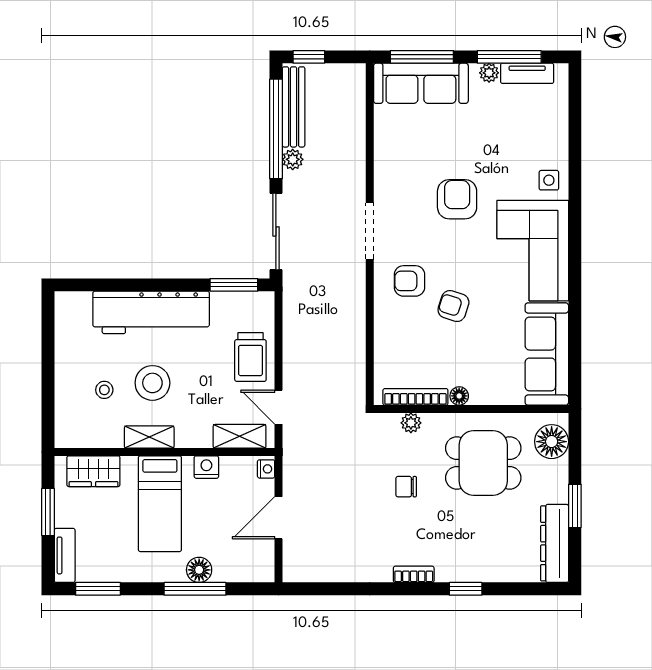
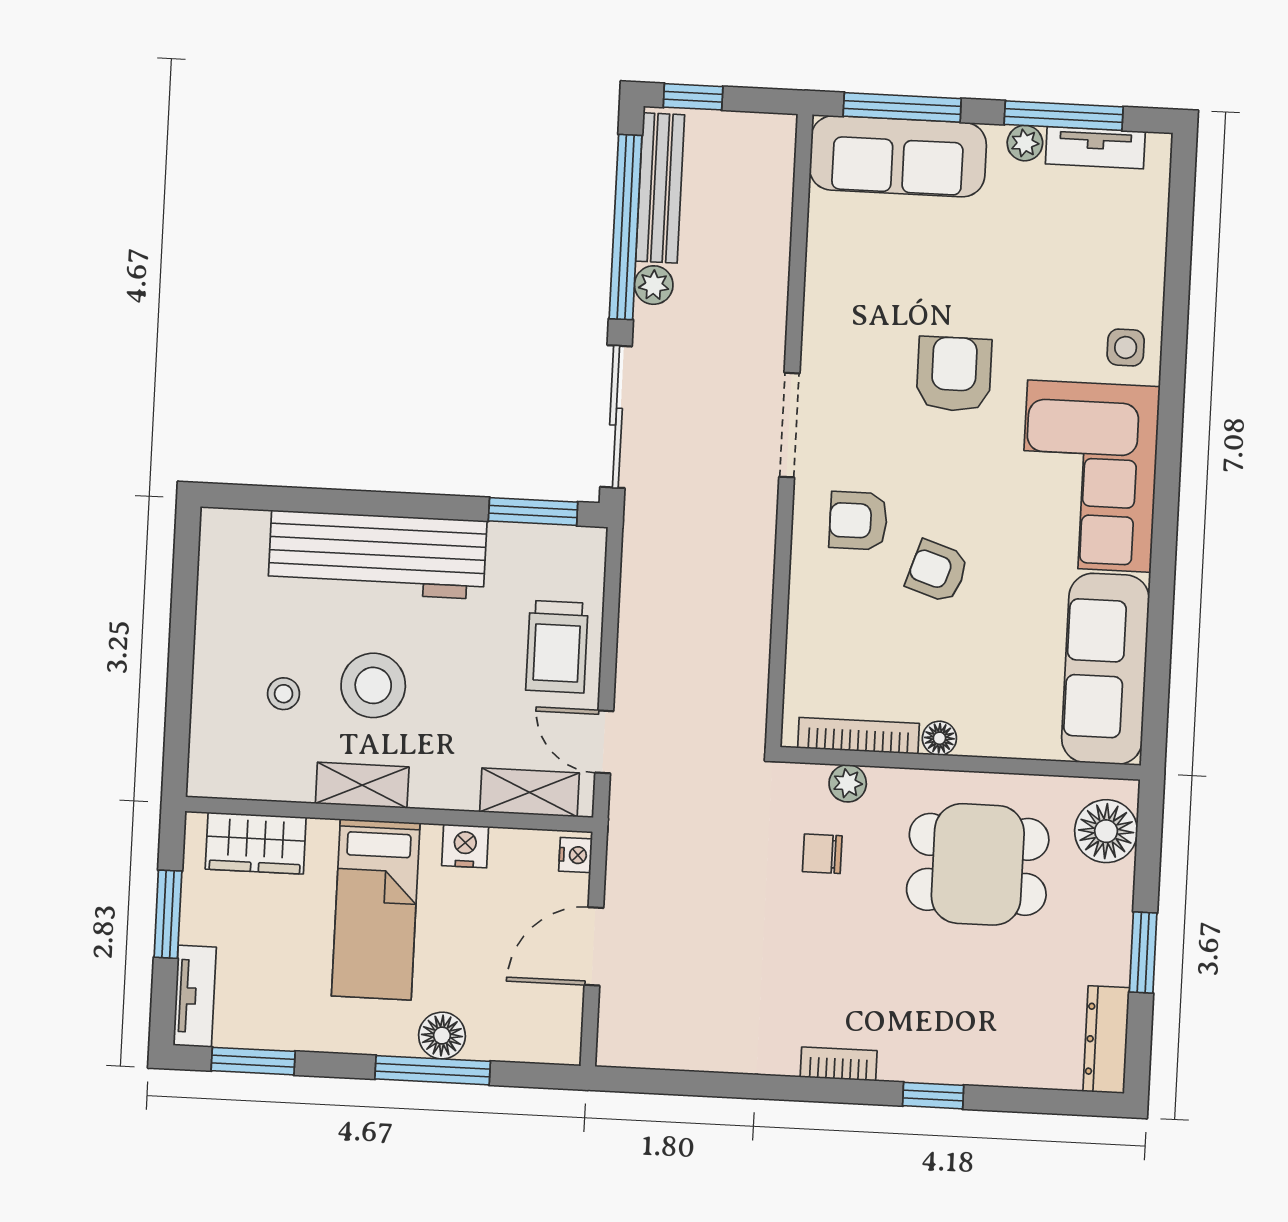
chair: (406, 487) -> (822, 854), moved
dresser: (555, 543) -> (1106, 1040), width x0.73, depth x0.80

